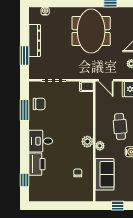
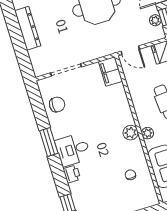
window: (24, 55) -> (21, 50), removed
filing cabinet: (86, 86) -> (110, 71), width x2.00
window: (24, 110) -> (49, 142), moved
printer: (37, 164) -> (72, 174), width x0.53, depth x0.68

